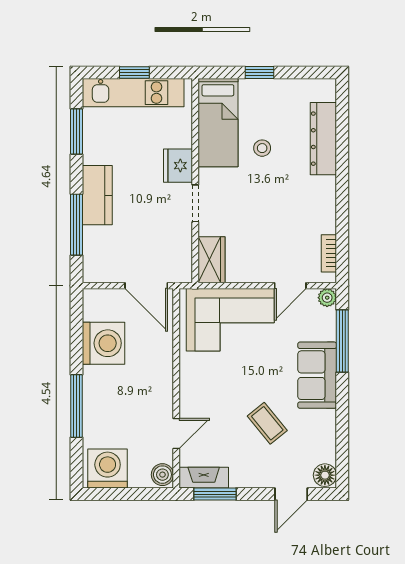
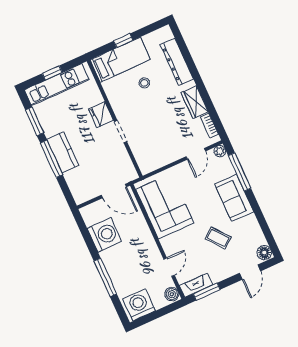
bed: (218, 123) -> (120, 60), moved, turned -90
window: (76, 225) -> (52, 159), moved
wardrobe: (211, 260) -> (195, 102), moved, turned 180
corner sofa: (230, 320) -> (165, 206), moved, turned -90

